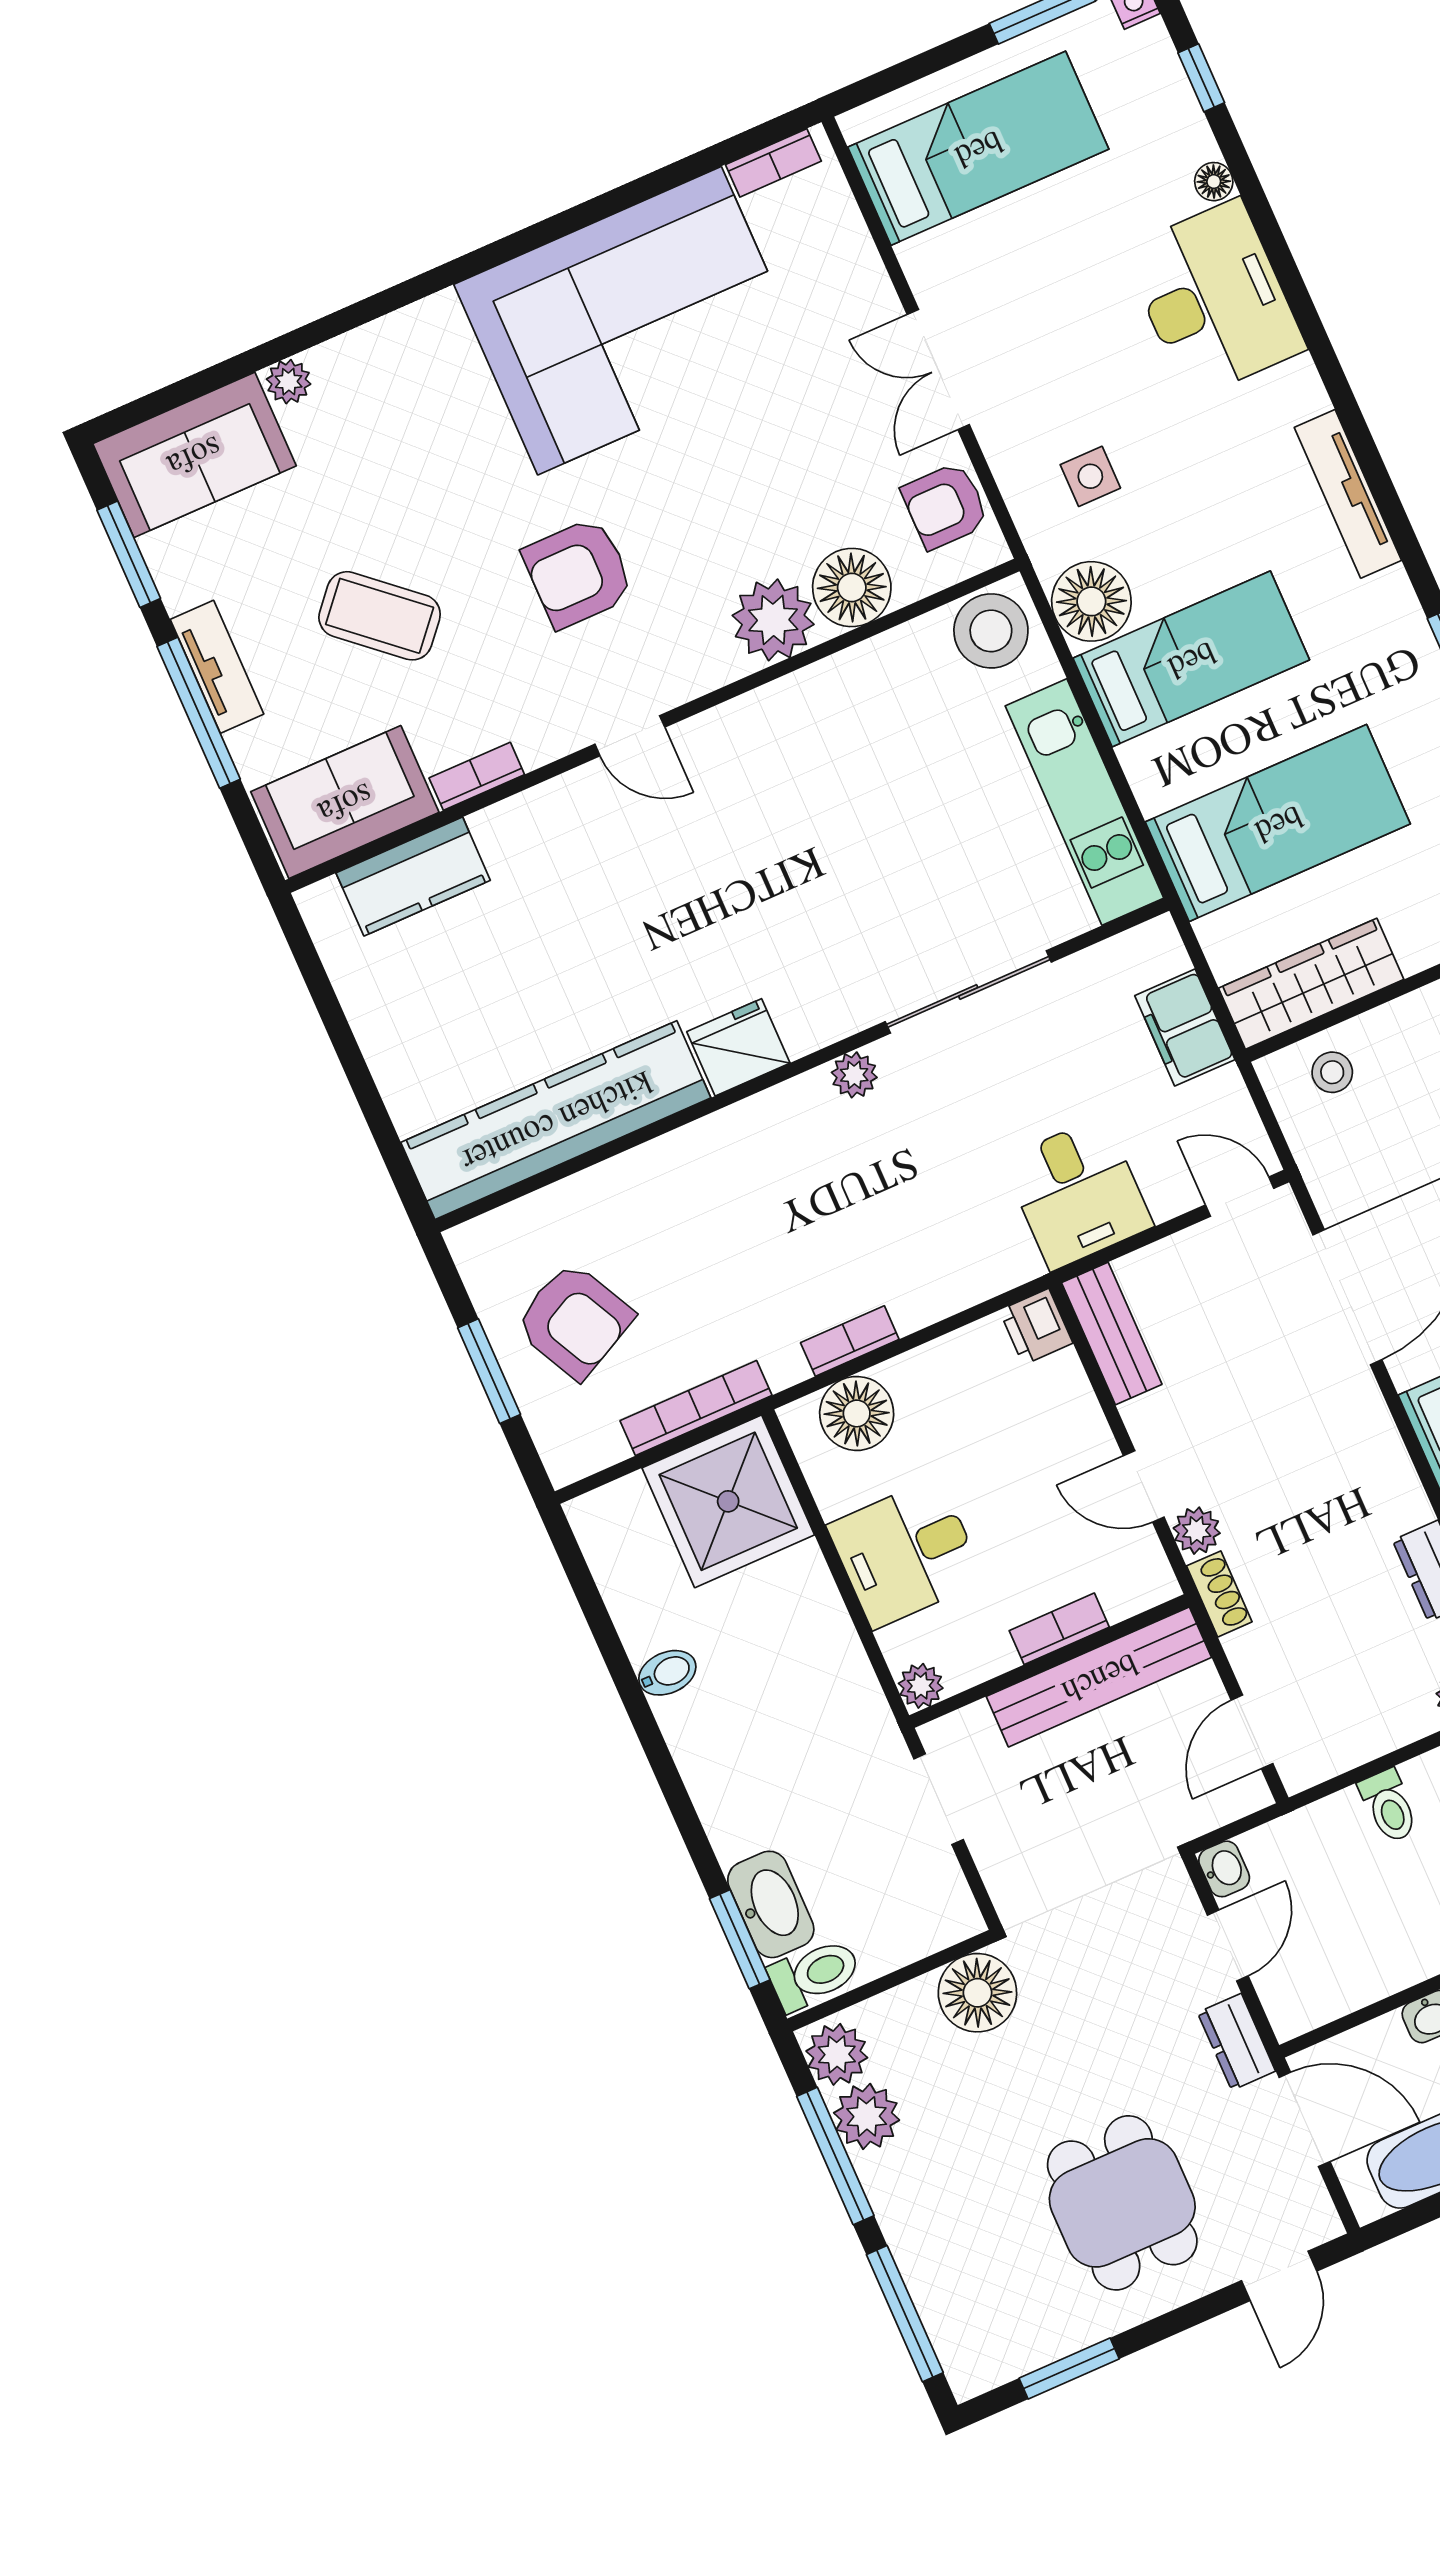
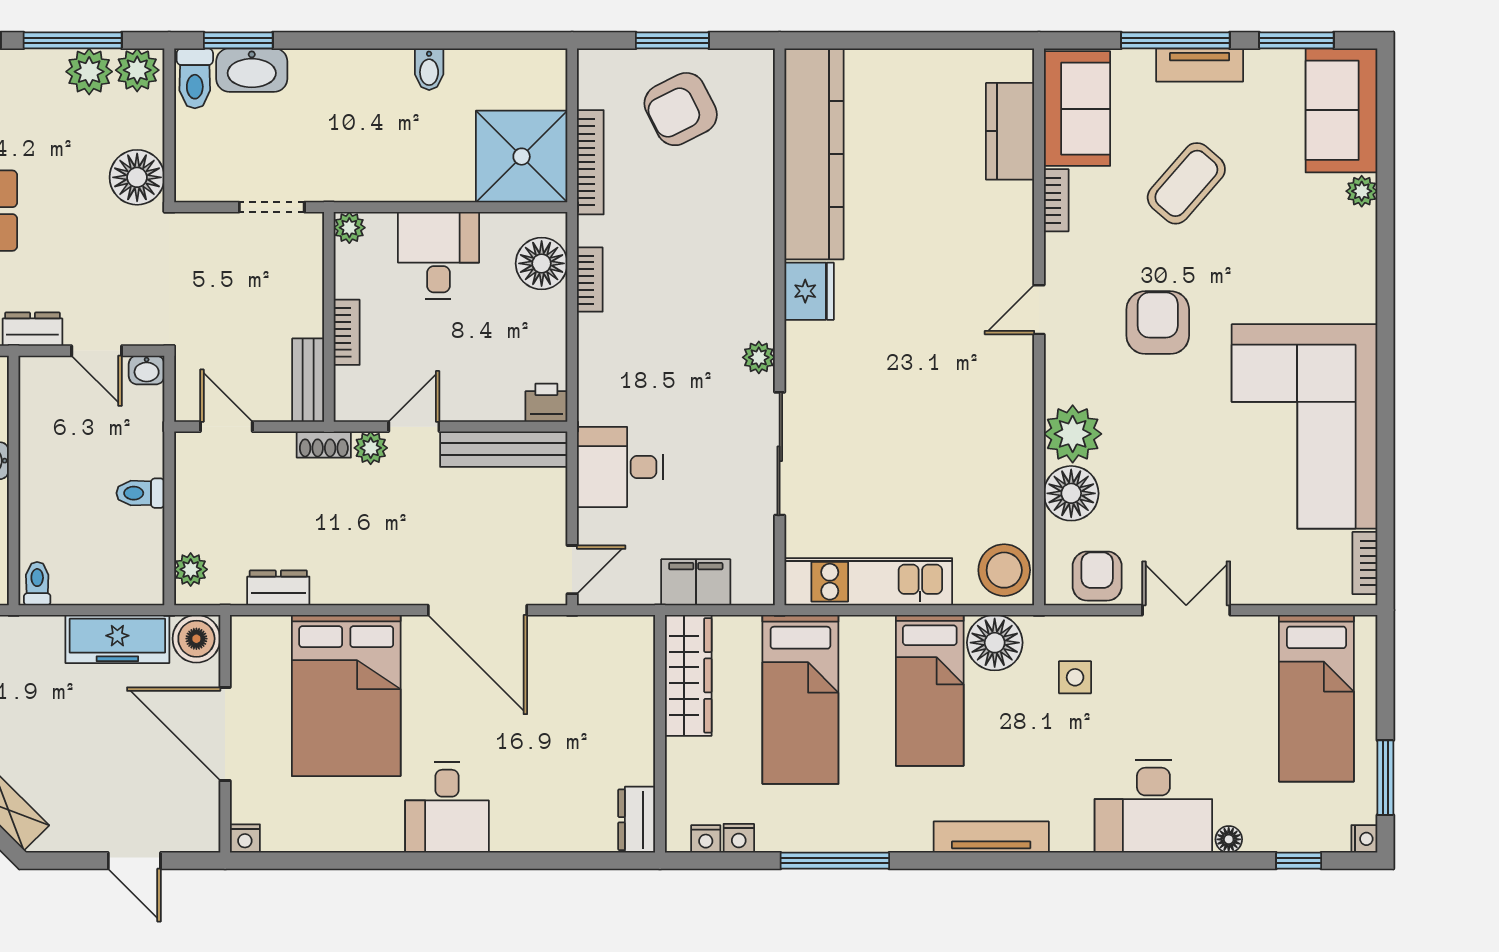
stool: (1332, 1072) -> (626, 664), removed
bench: (1112, 1334) -> (504, 449), width x1.36
bench: (1099, 1677) -> (308, 380), width x0.54, depth x0.82

